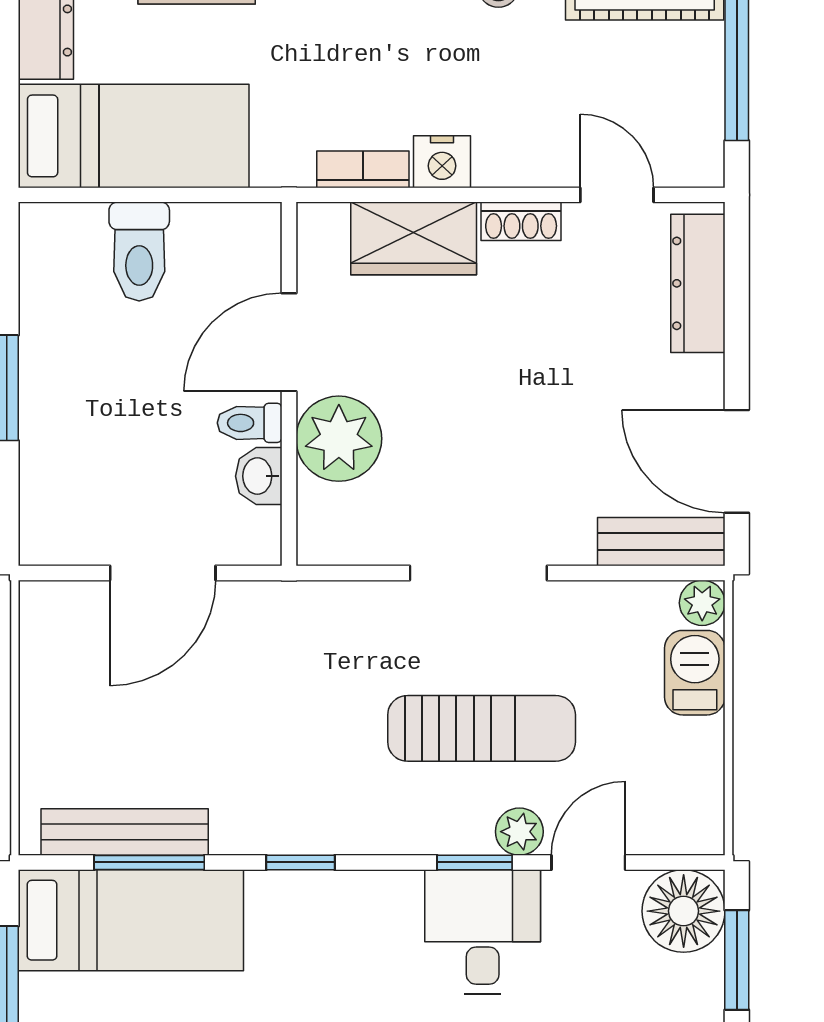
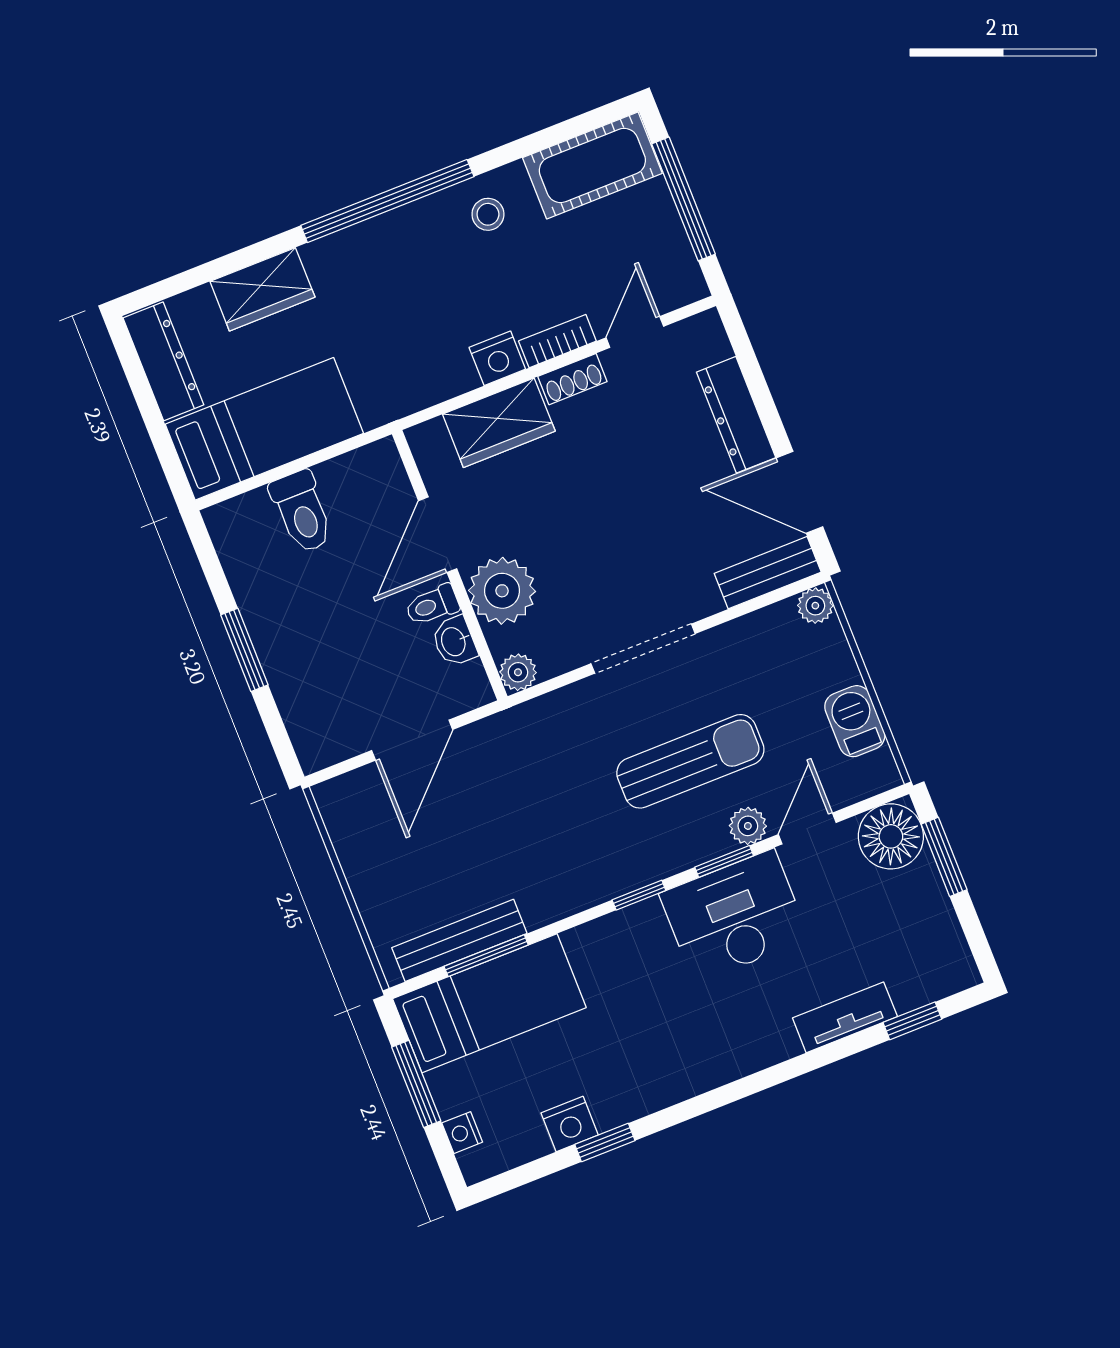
bookcase: (363, 169) -> (557, 341), moved
door: (617, 195) -> (635, 332), hinge flipped
dresser: (698, 283) -> (736, 415), moved
plant: (319, 542) -> (518, 672), added
barbecue: (695, 673) -> (855, 721), moved
window: (301, 862) -> (639, 895), moved
desk: (483, 932) -> (734, 916), width x1.37

